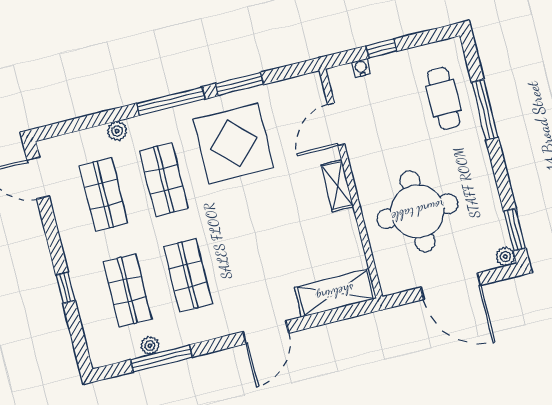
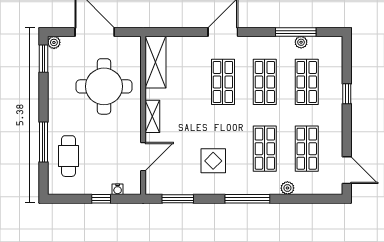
window: (239, 84) -> (178, 199), moved
display table: (234, 143) -> (213, 161), width x0.54, depth x0.54
shop shelf: (248, 260) -> (223, 82), added
shelving: (335, 293) -> (155, 62), moved, turned 90

